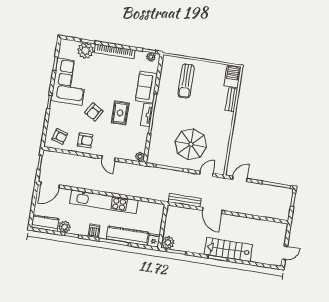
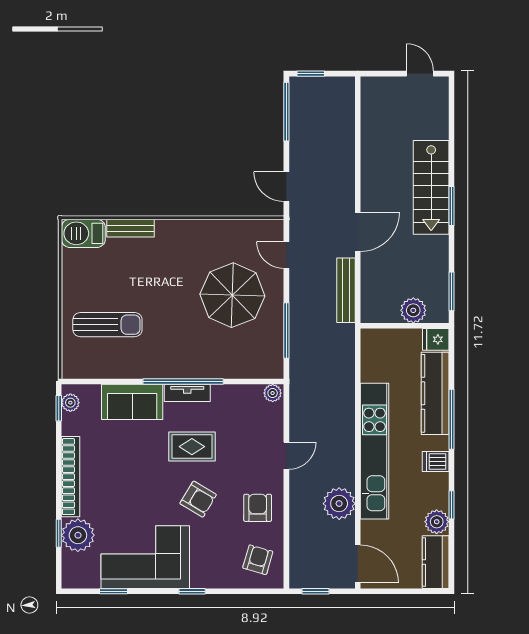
plant: (81, 180) -> (339, 504), added
plant: (168, 243) -> (413, 310), moved

